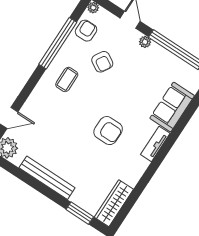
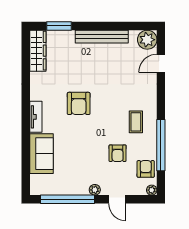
armchair: (86, 31) -> (146, 169), turned 180
armchair: (102, 62) -> (118, 153), turned -121
armchair: (108, 131) -> (79, 103), turned -90

